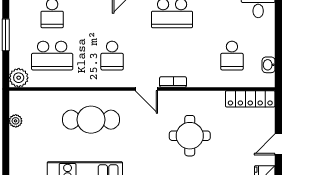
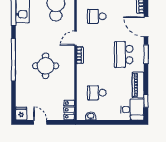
locker: (250, 99) -> (69, 110), width x0.66

